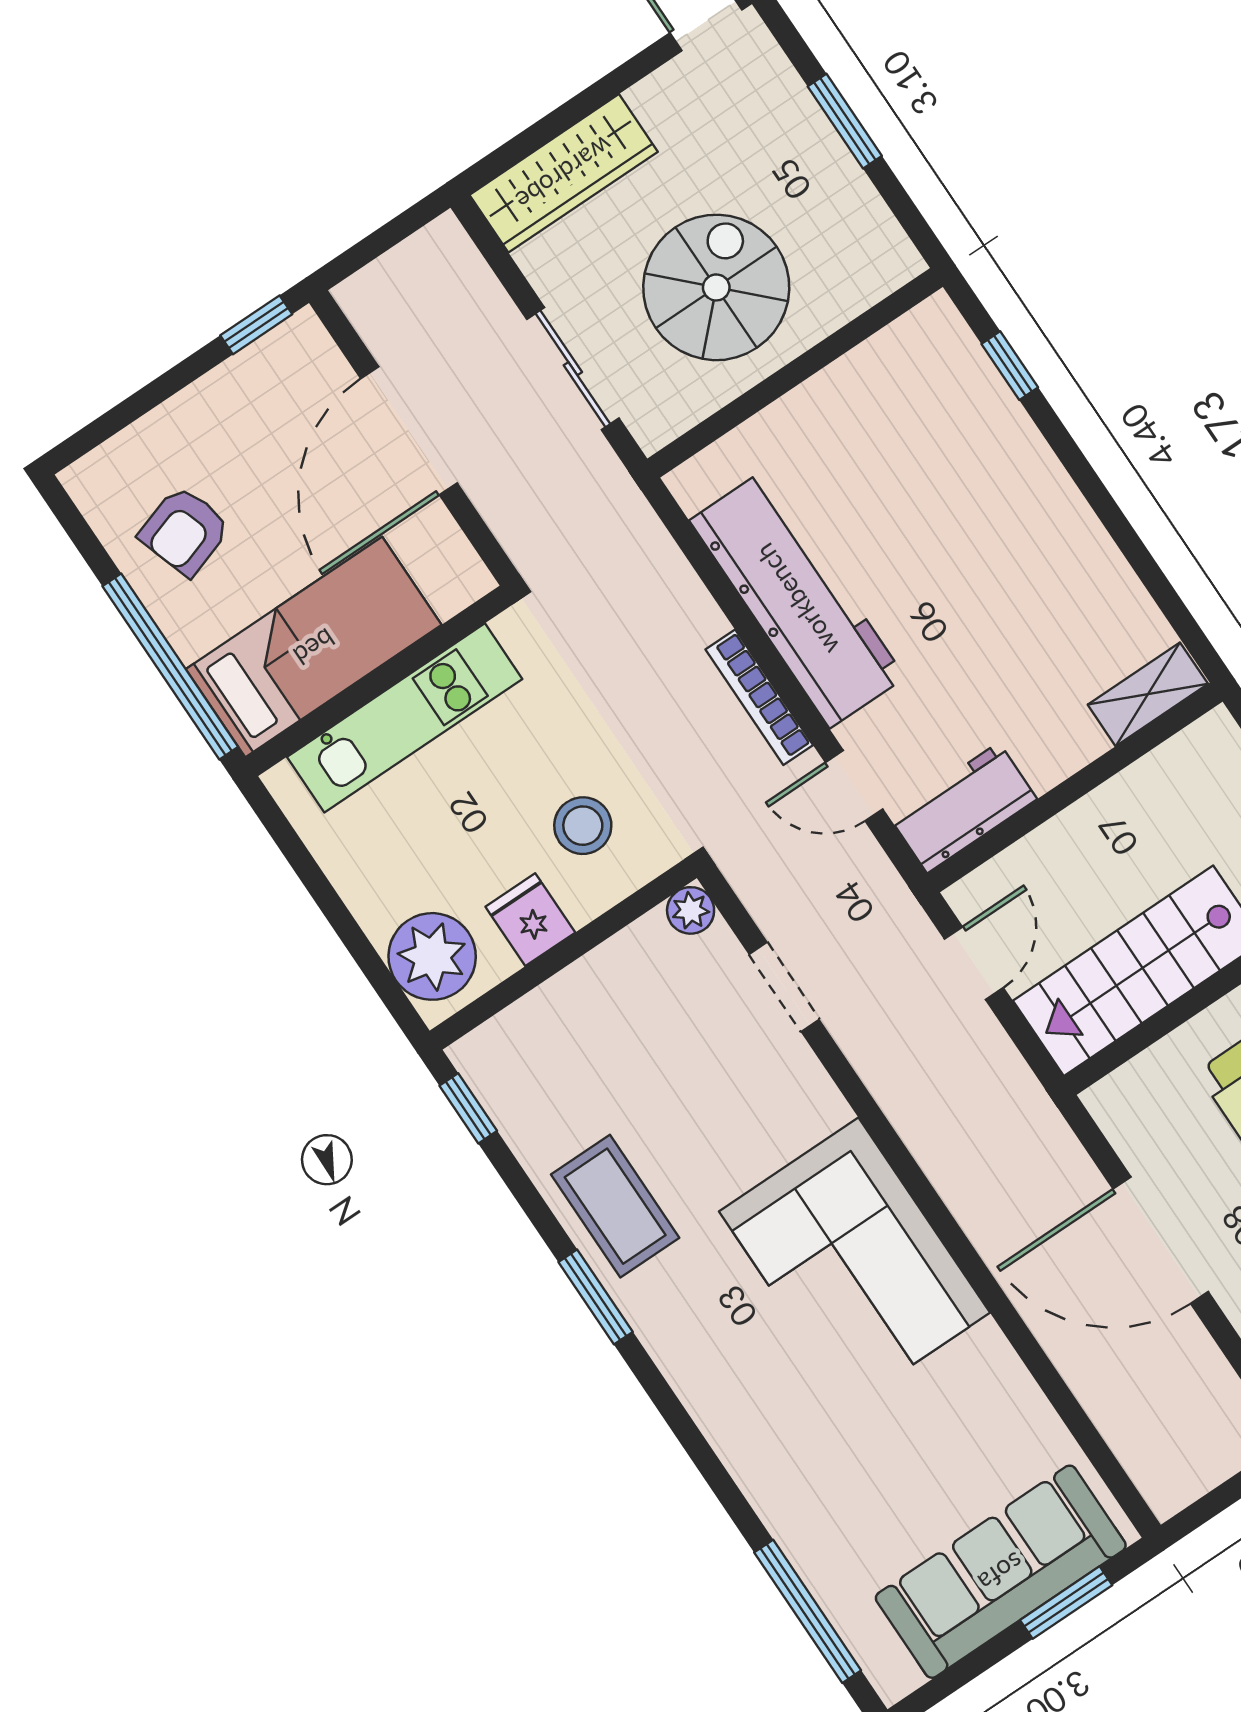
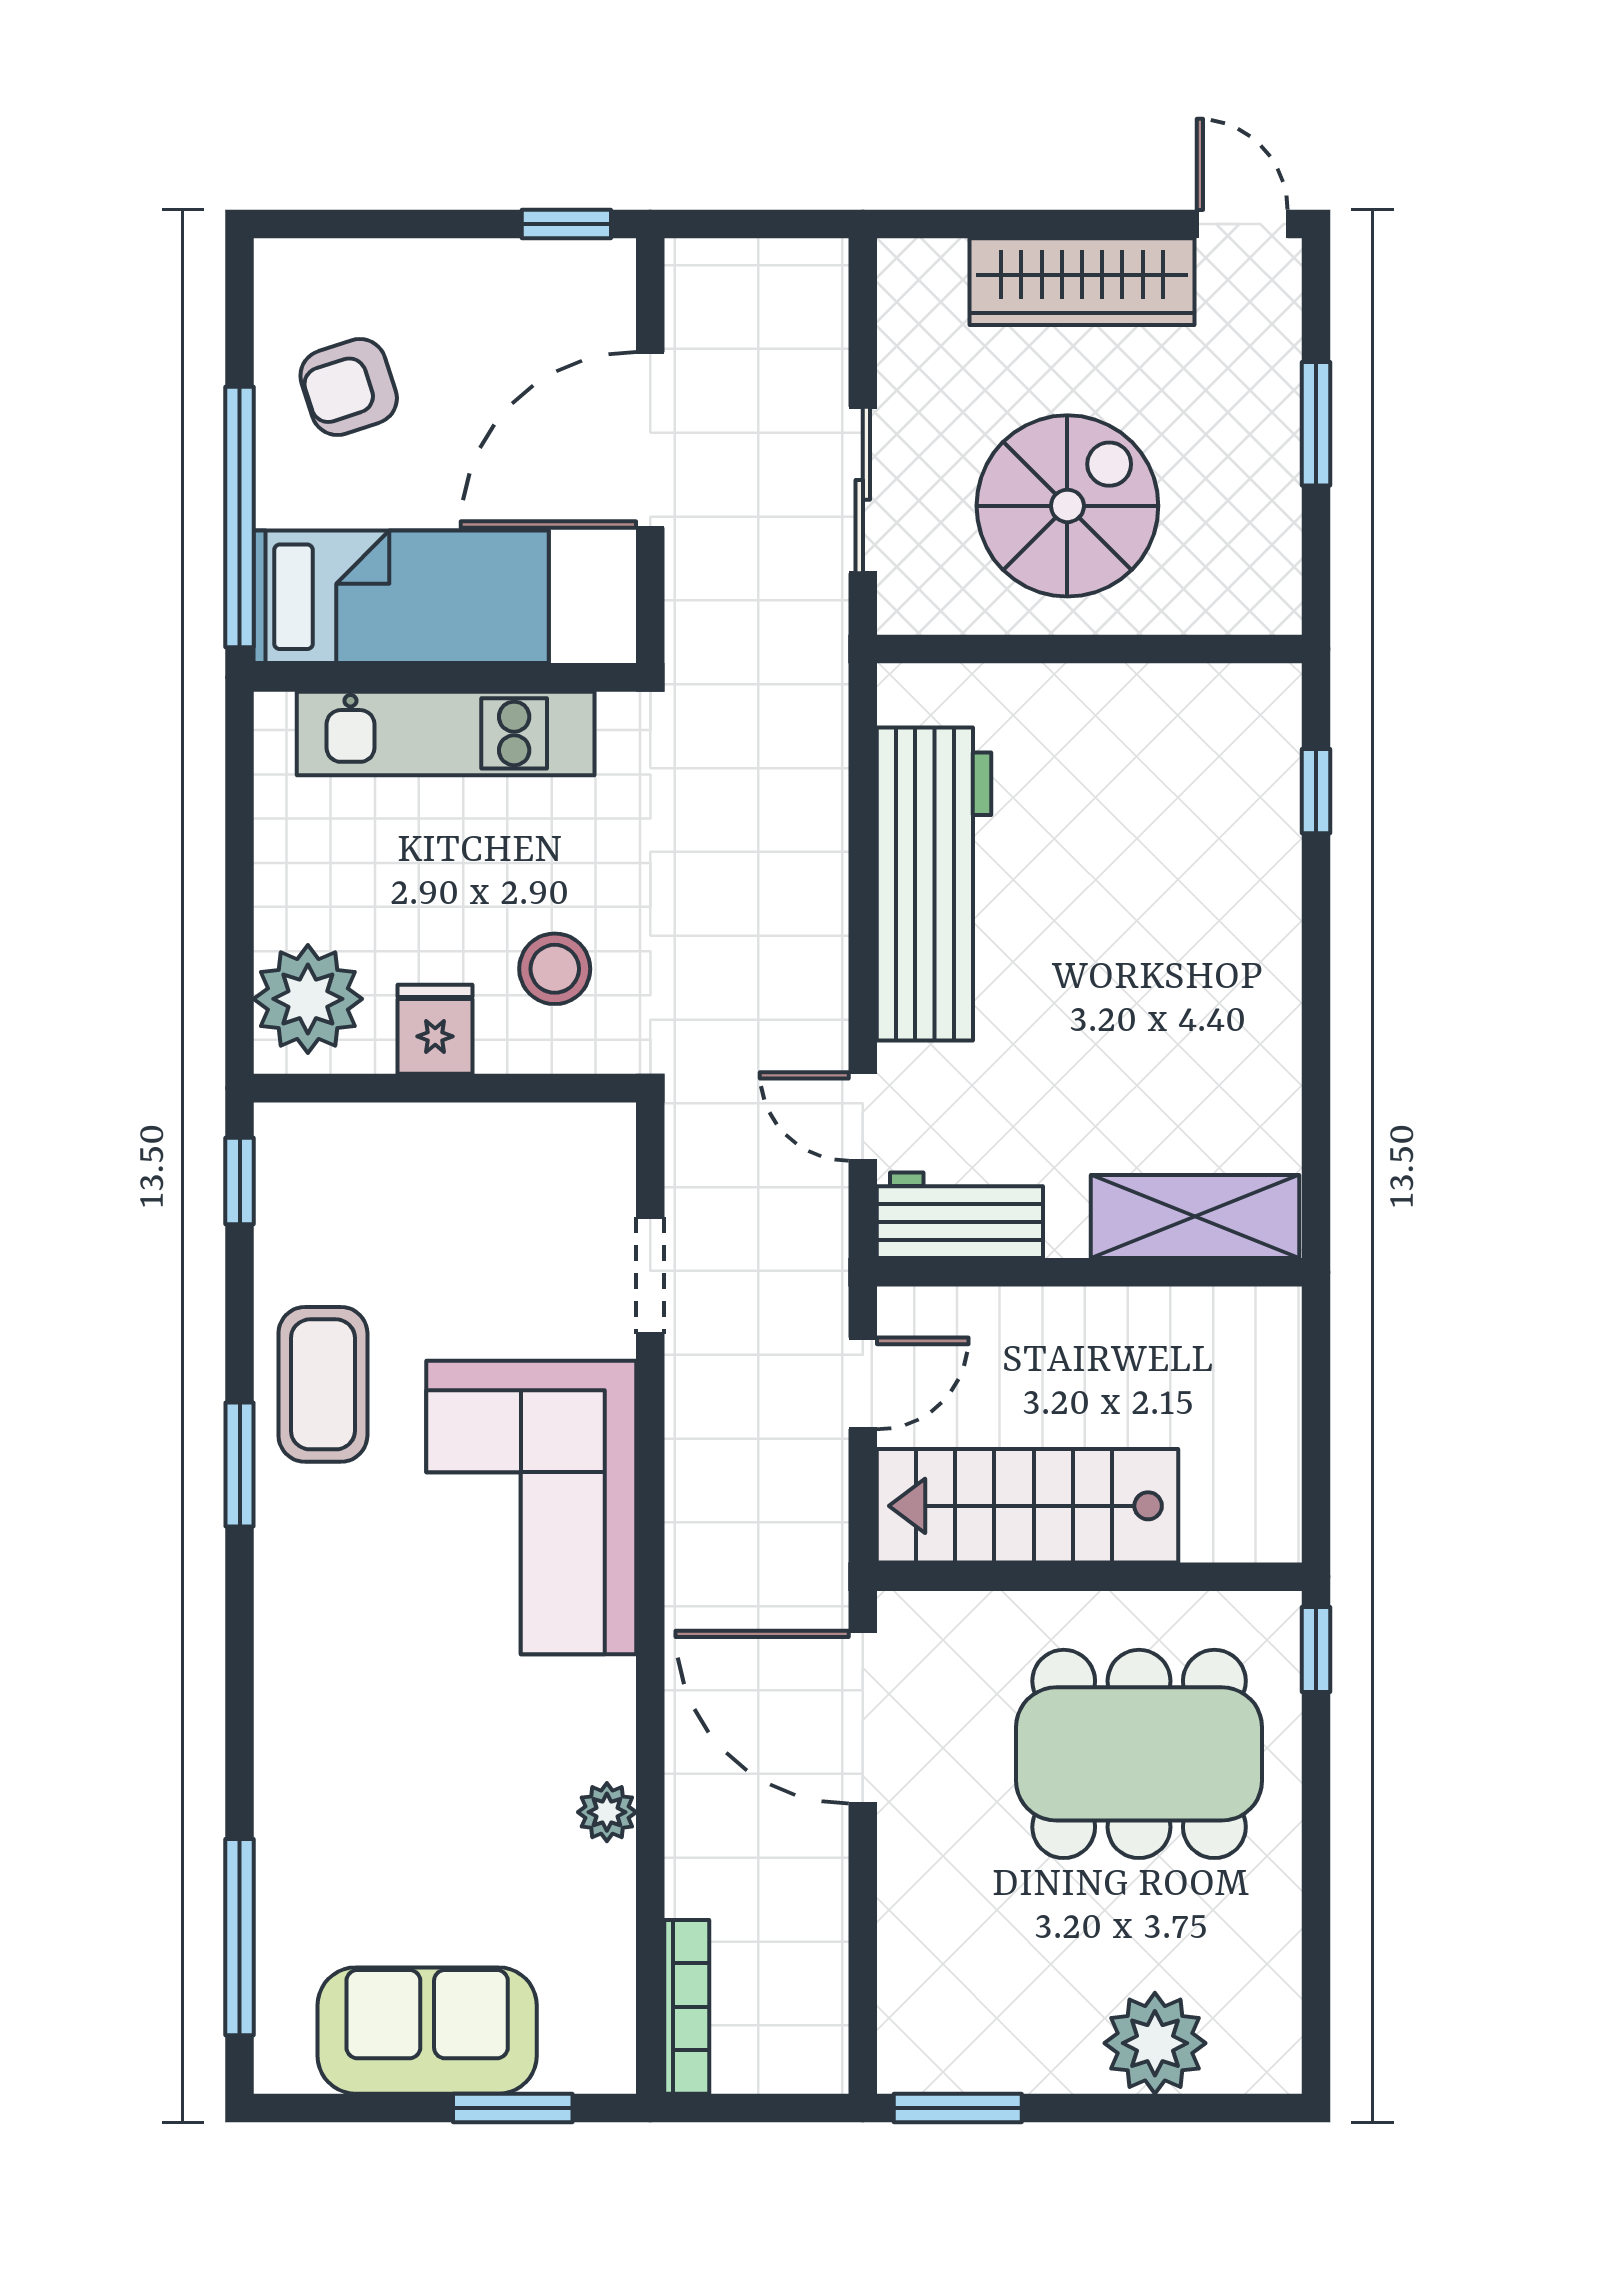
wardrobe: (564, 173) -> (1082, 282), moved
shelving: (1148, 694) -> (1195, 1216), width x1.50, depth x1.33
bookcase: (759, 697) -> (687, 2007), moved, turned 180
plant: (691, 910) -> (607, 1812), moved
door: (1161, 1240) -> (863, 1717), moved
corner sofa: (855, 1262) -> (531, 1508), moved
sofa: (1001, 1572) -> (427, 2031), width x0.73

